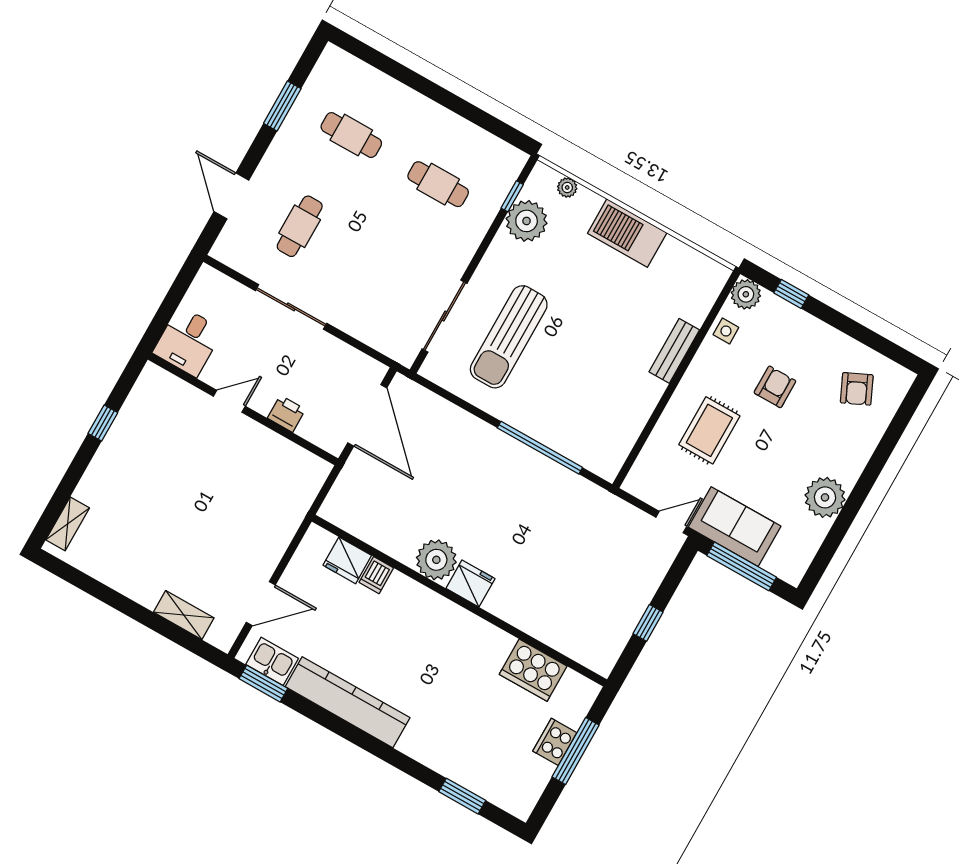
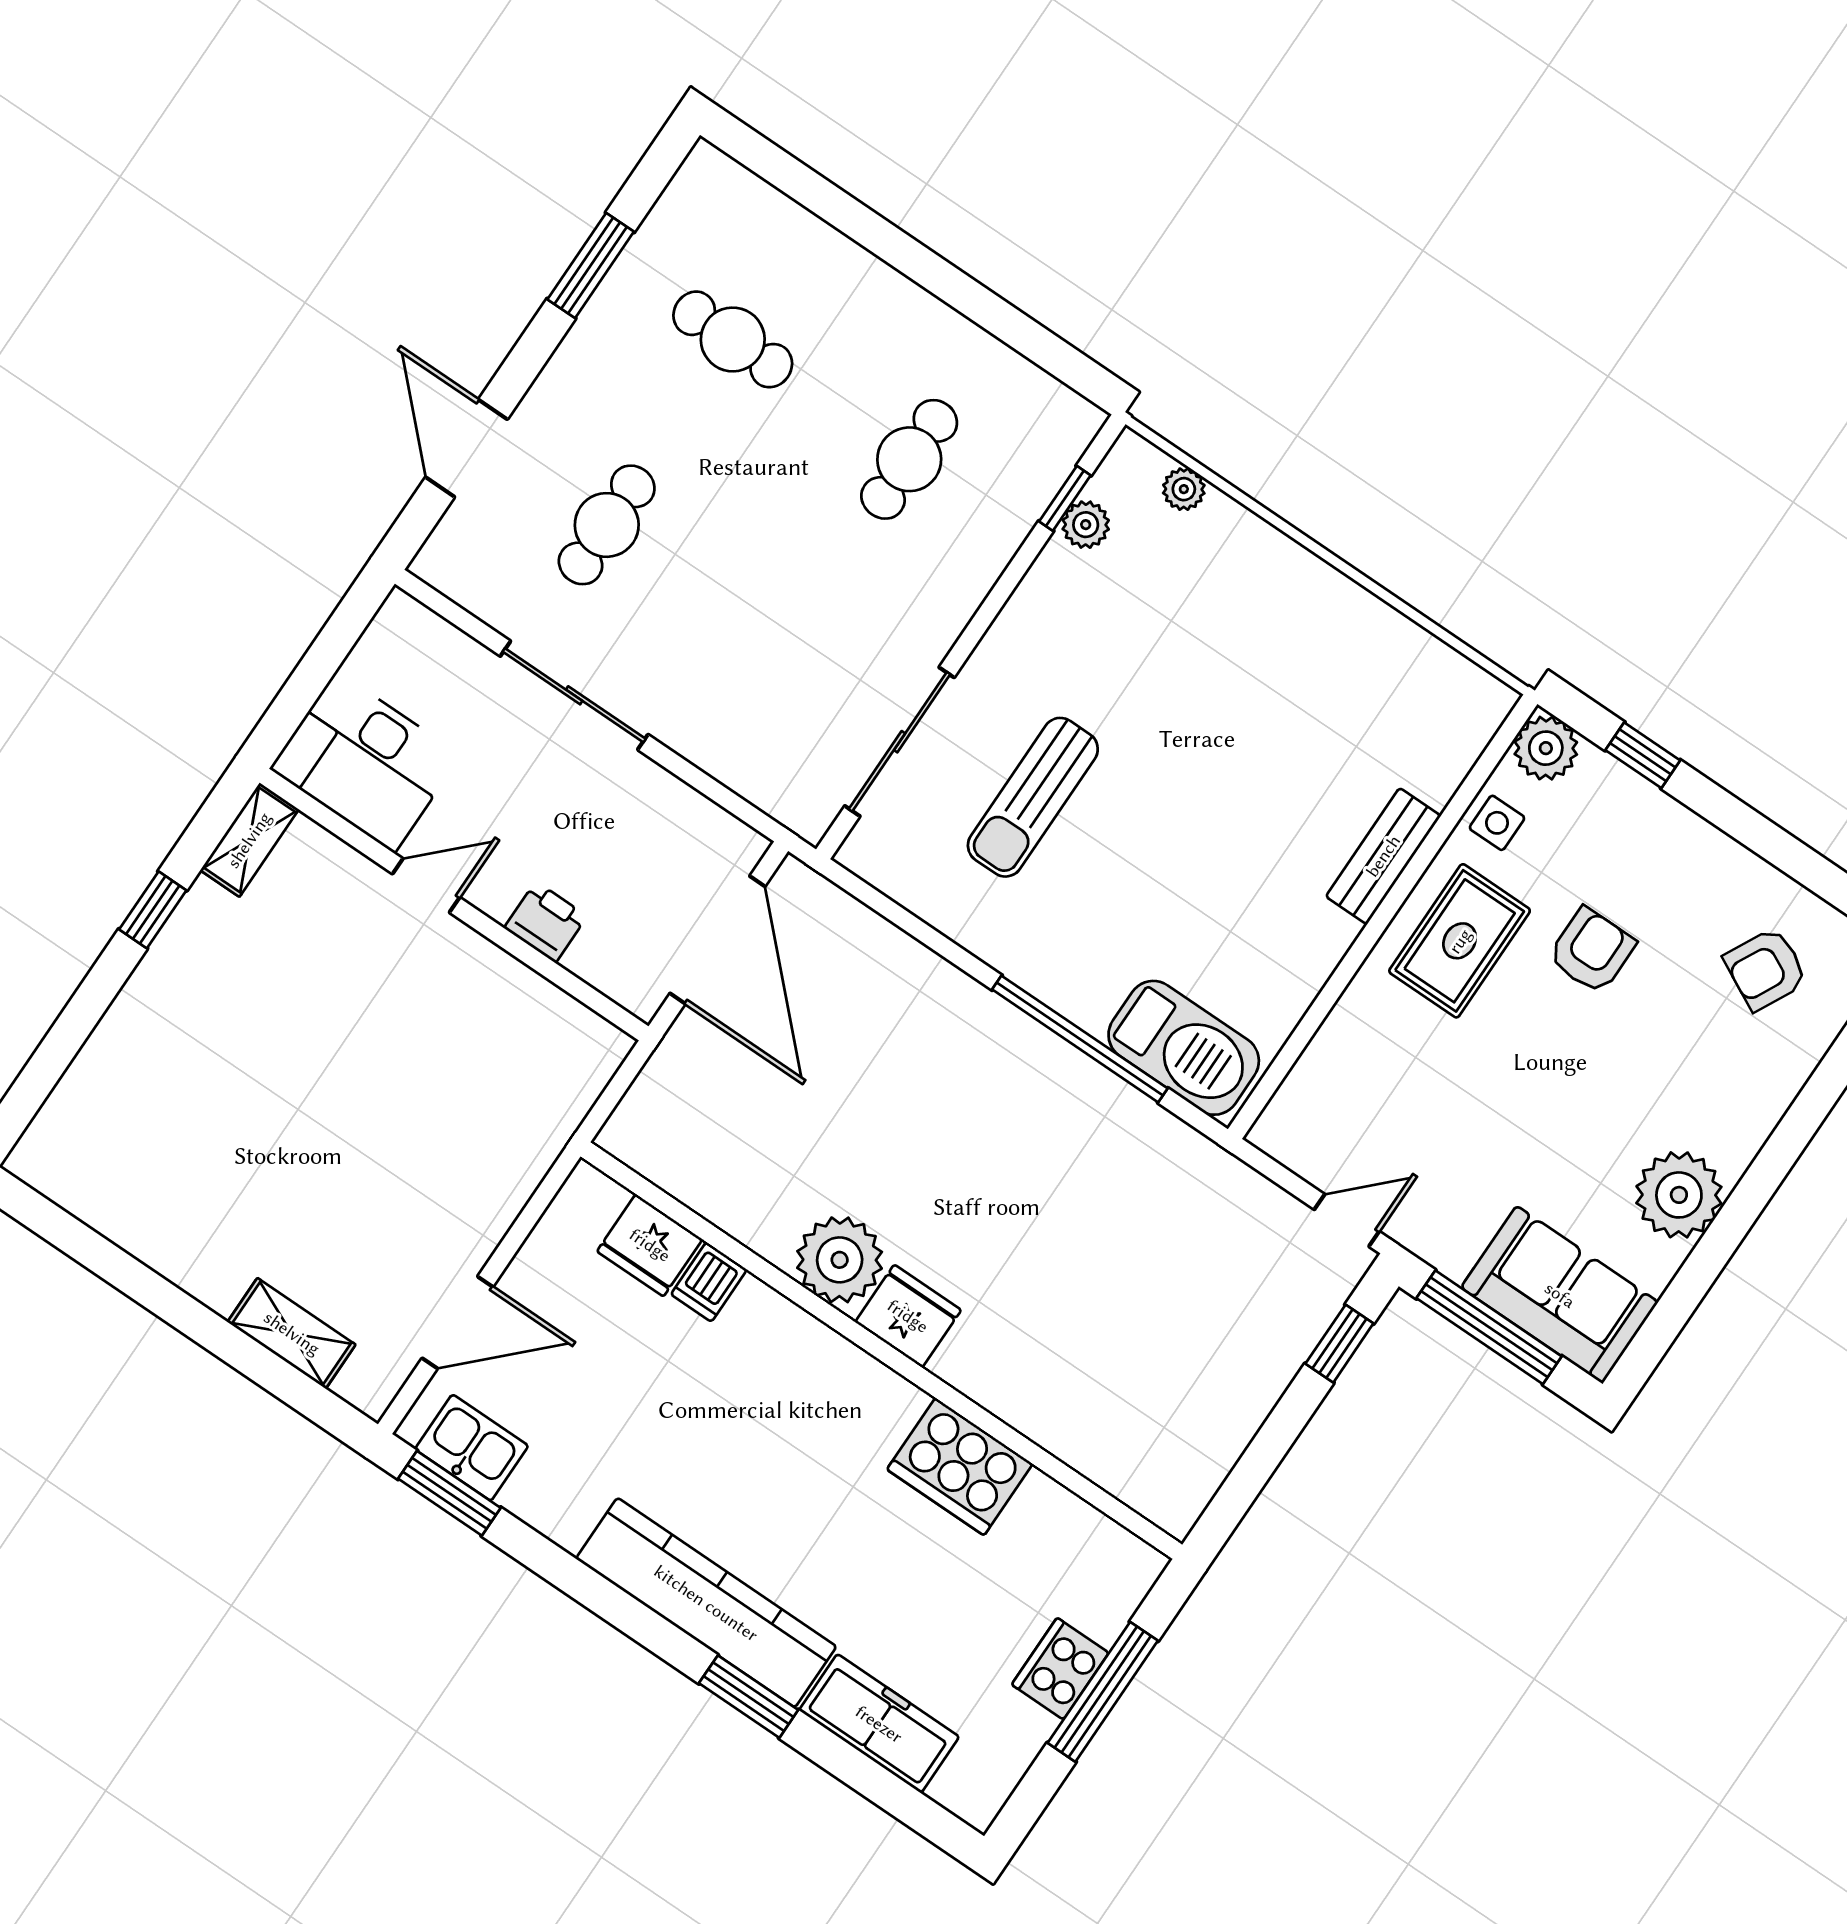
cafe table: (438, 184) -> (909, 459), turned 90
plant: (527, 221) -> (1086, 525), width x0.53, depth x0.53
barbecue: (627, 233) -> (1184, 1048), moved, turned 180
sun lounger: (509, 337) -> (1033, 797), width x0.73, depth x0.75
desk: (188, 341) -> (365, 762), width x1.37
armchair: (857, 389) -> (1766, 969), turned 52
rug: (709, 430) -> (1460, 941), moved
shelving: (68, 524) -> (249, 840), moved
sofa: (735, 527) -> (1560, 1295), moved
window: (648, 623) -> (1339, 1344), moved
cooker: (533, 670) -> (960, 1467), moved
kitchen counter: (348, 702) -> (706, 1603), moved
freezer: (473, 774) -> (879, 1724), added
window: (462, 796) -> (749, 1697), moved

